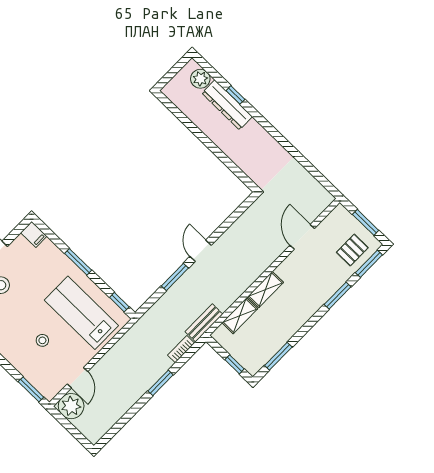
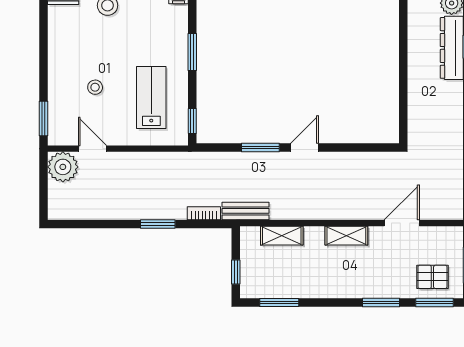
shelving: (265, 290) -> (346, 236), moved
lab bench: (81, 313) -> (151, 98), width x0.73, depth x0.72
door: (77, 378) -> (92, 149), swing flipped

